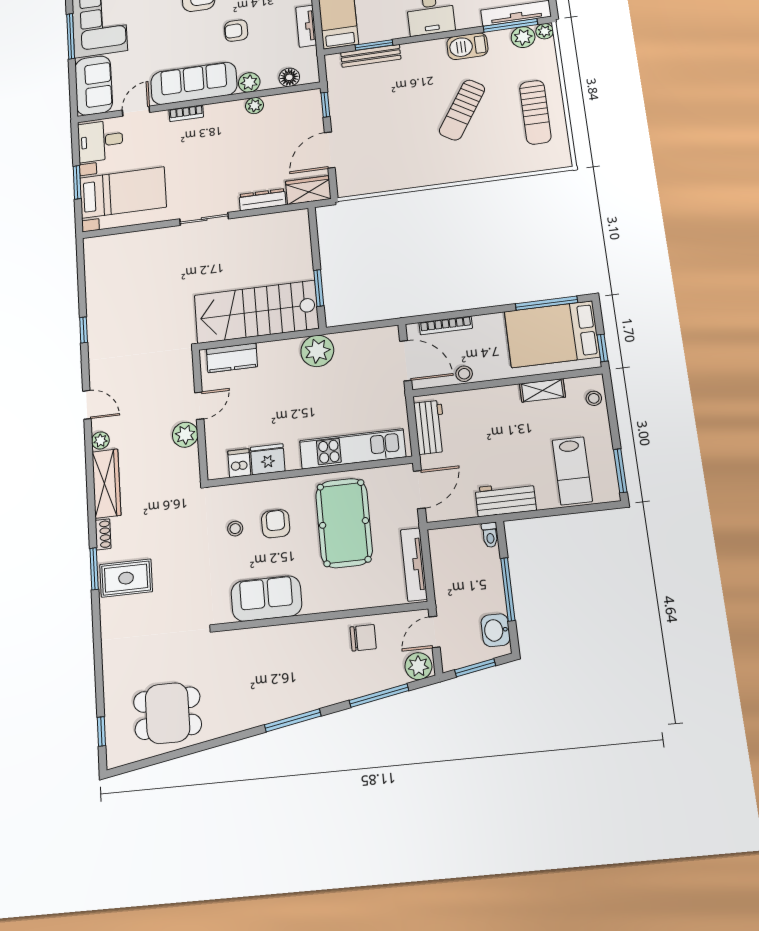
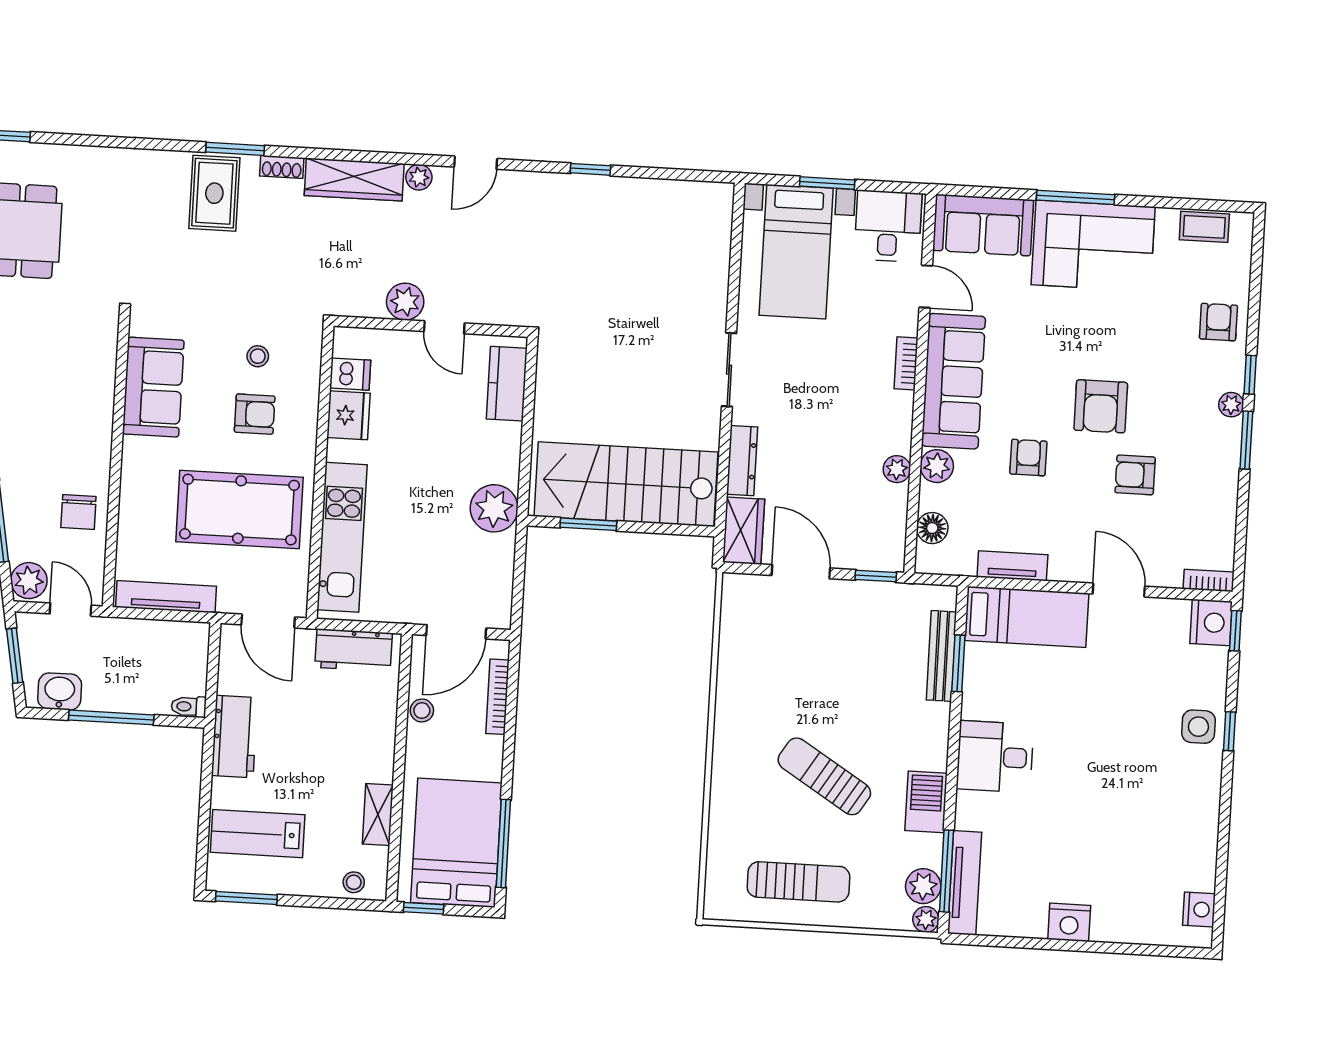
sun lounger: (535, 112) -> (798, 882), turned 180
stairs: (256, 312) -> (626, 484), moved, turned -90

